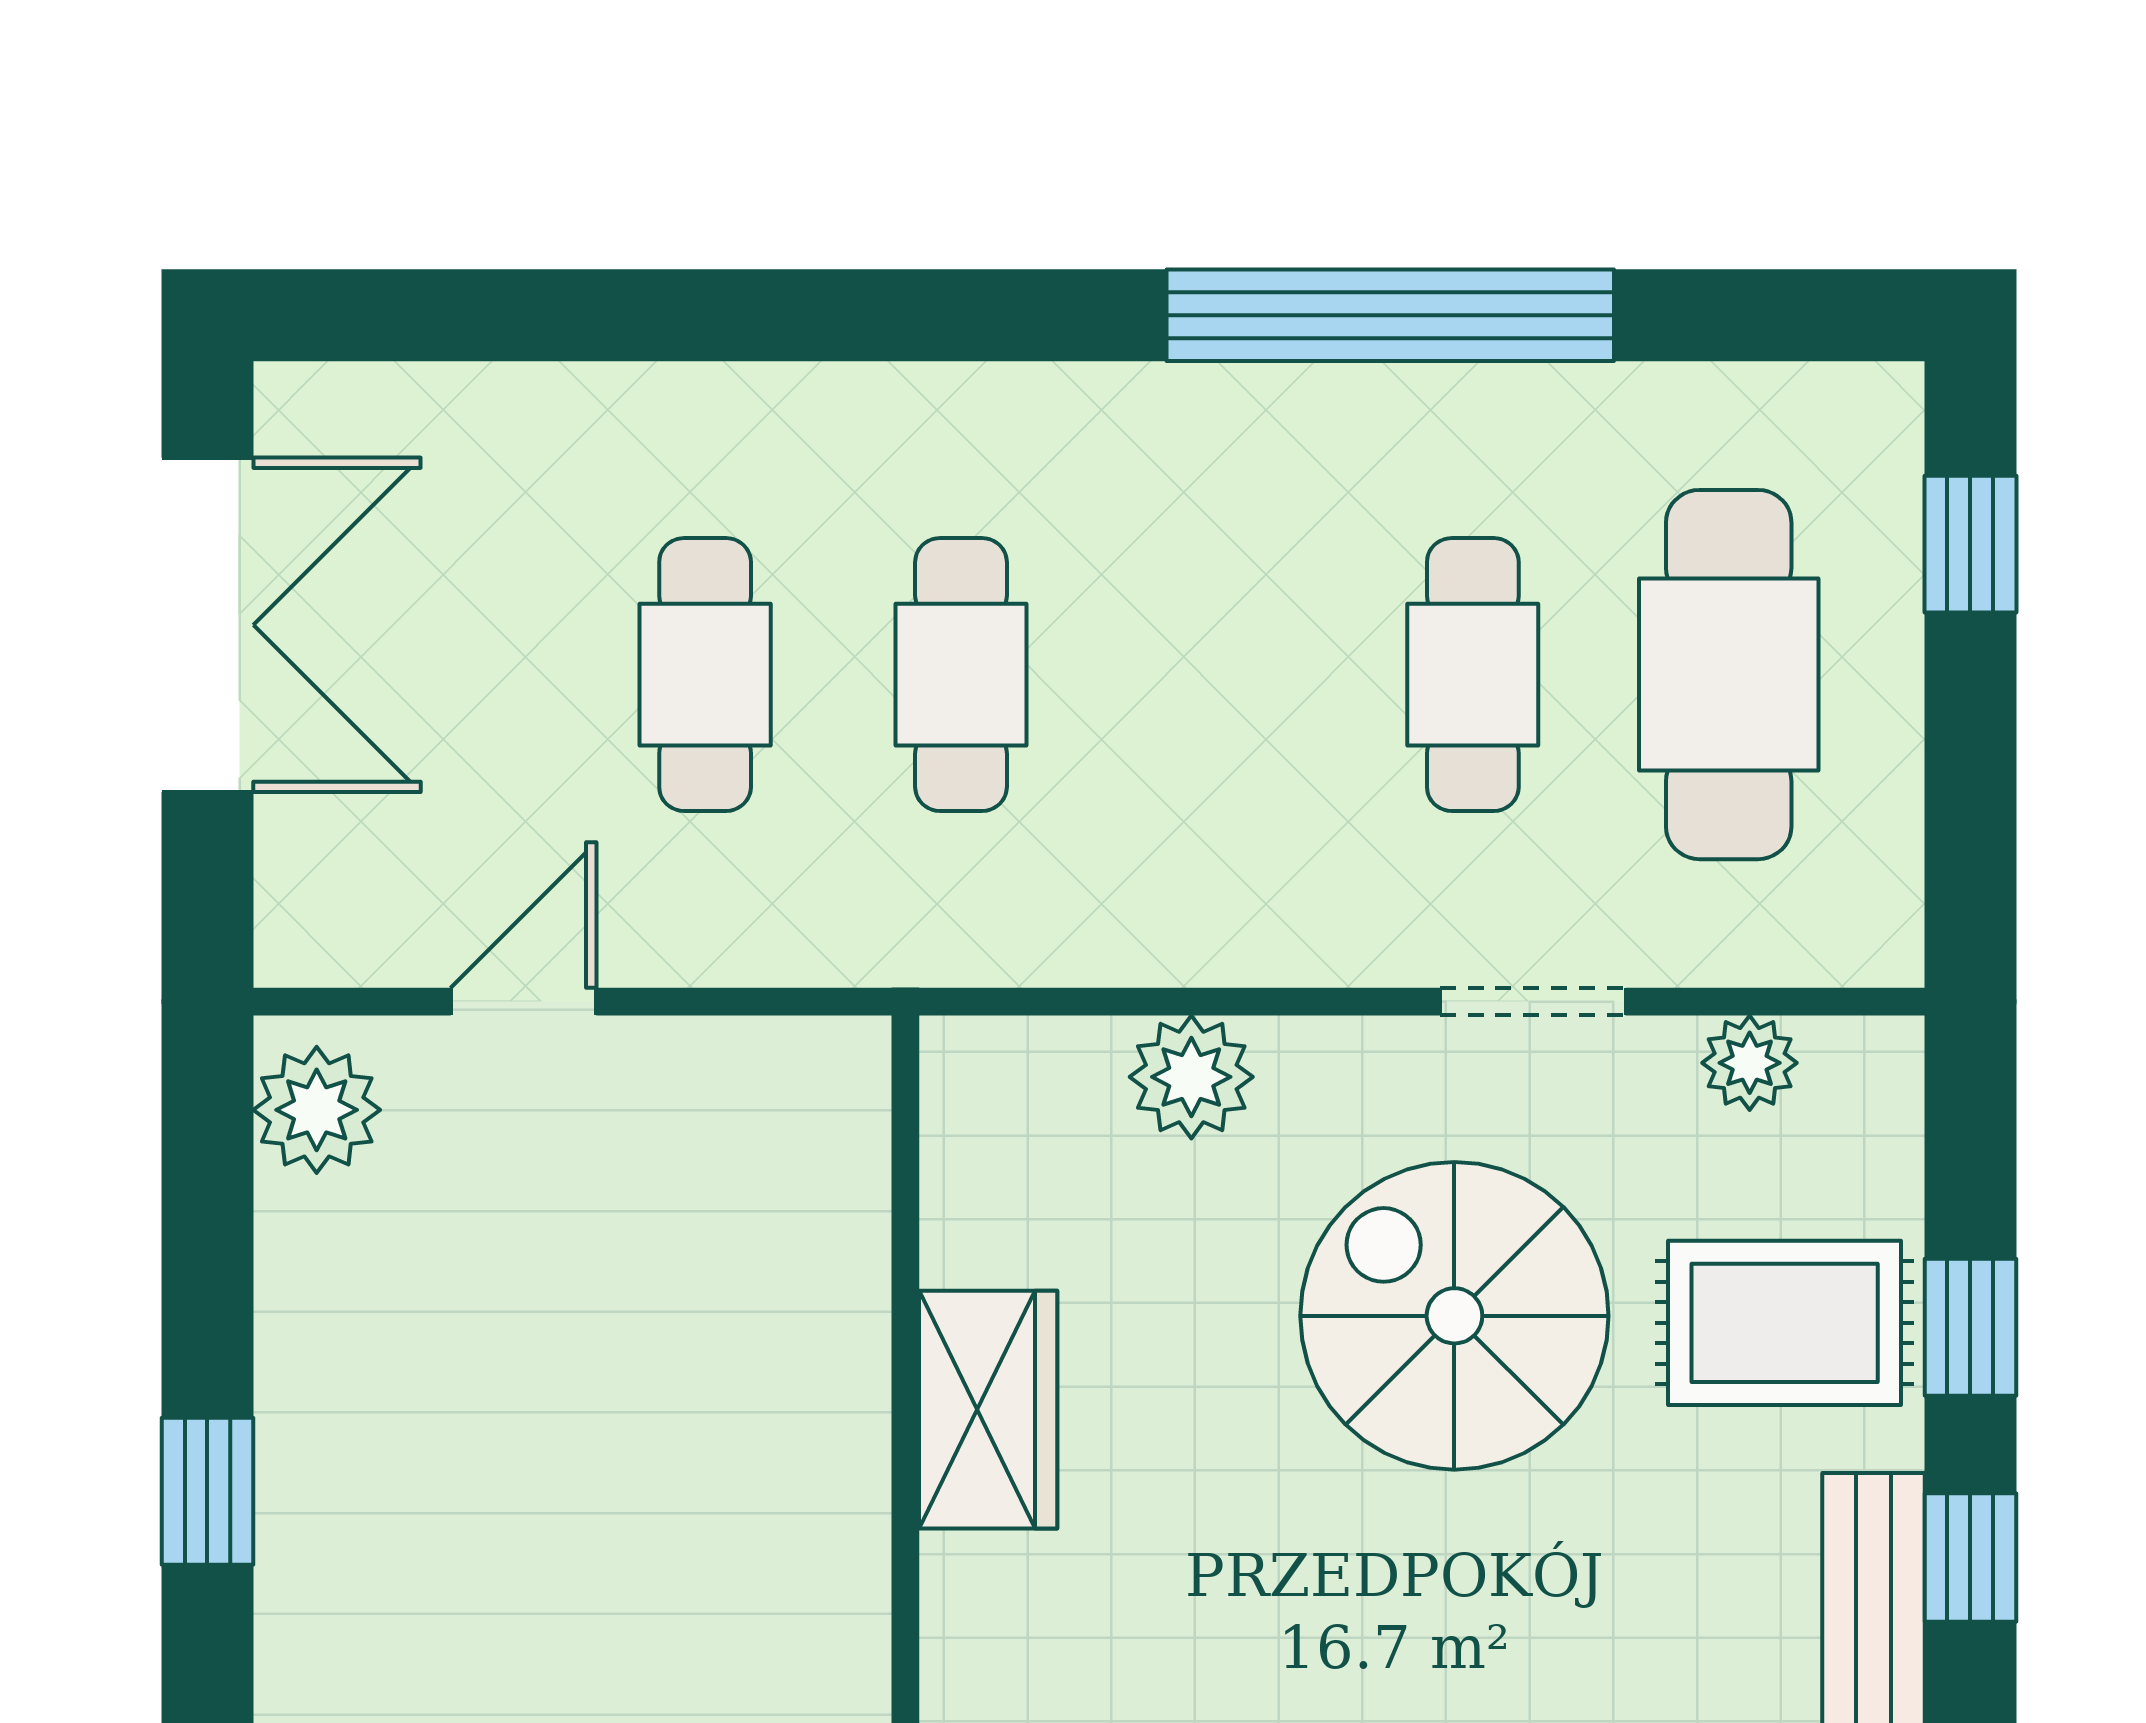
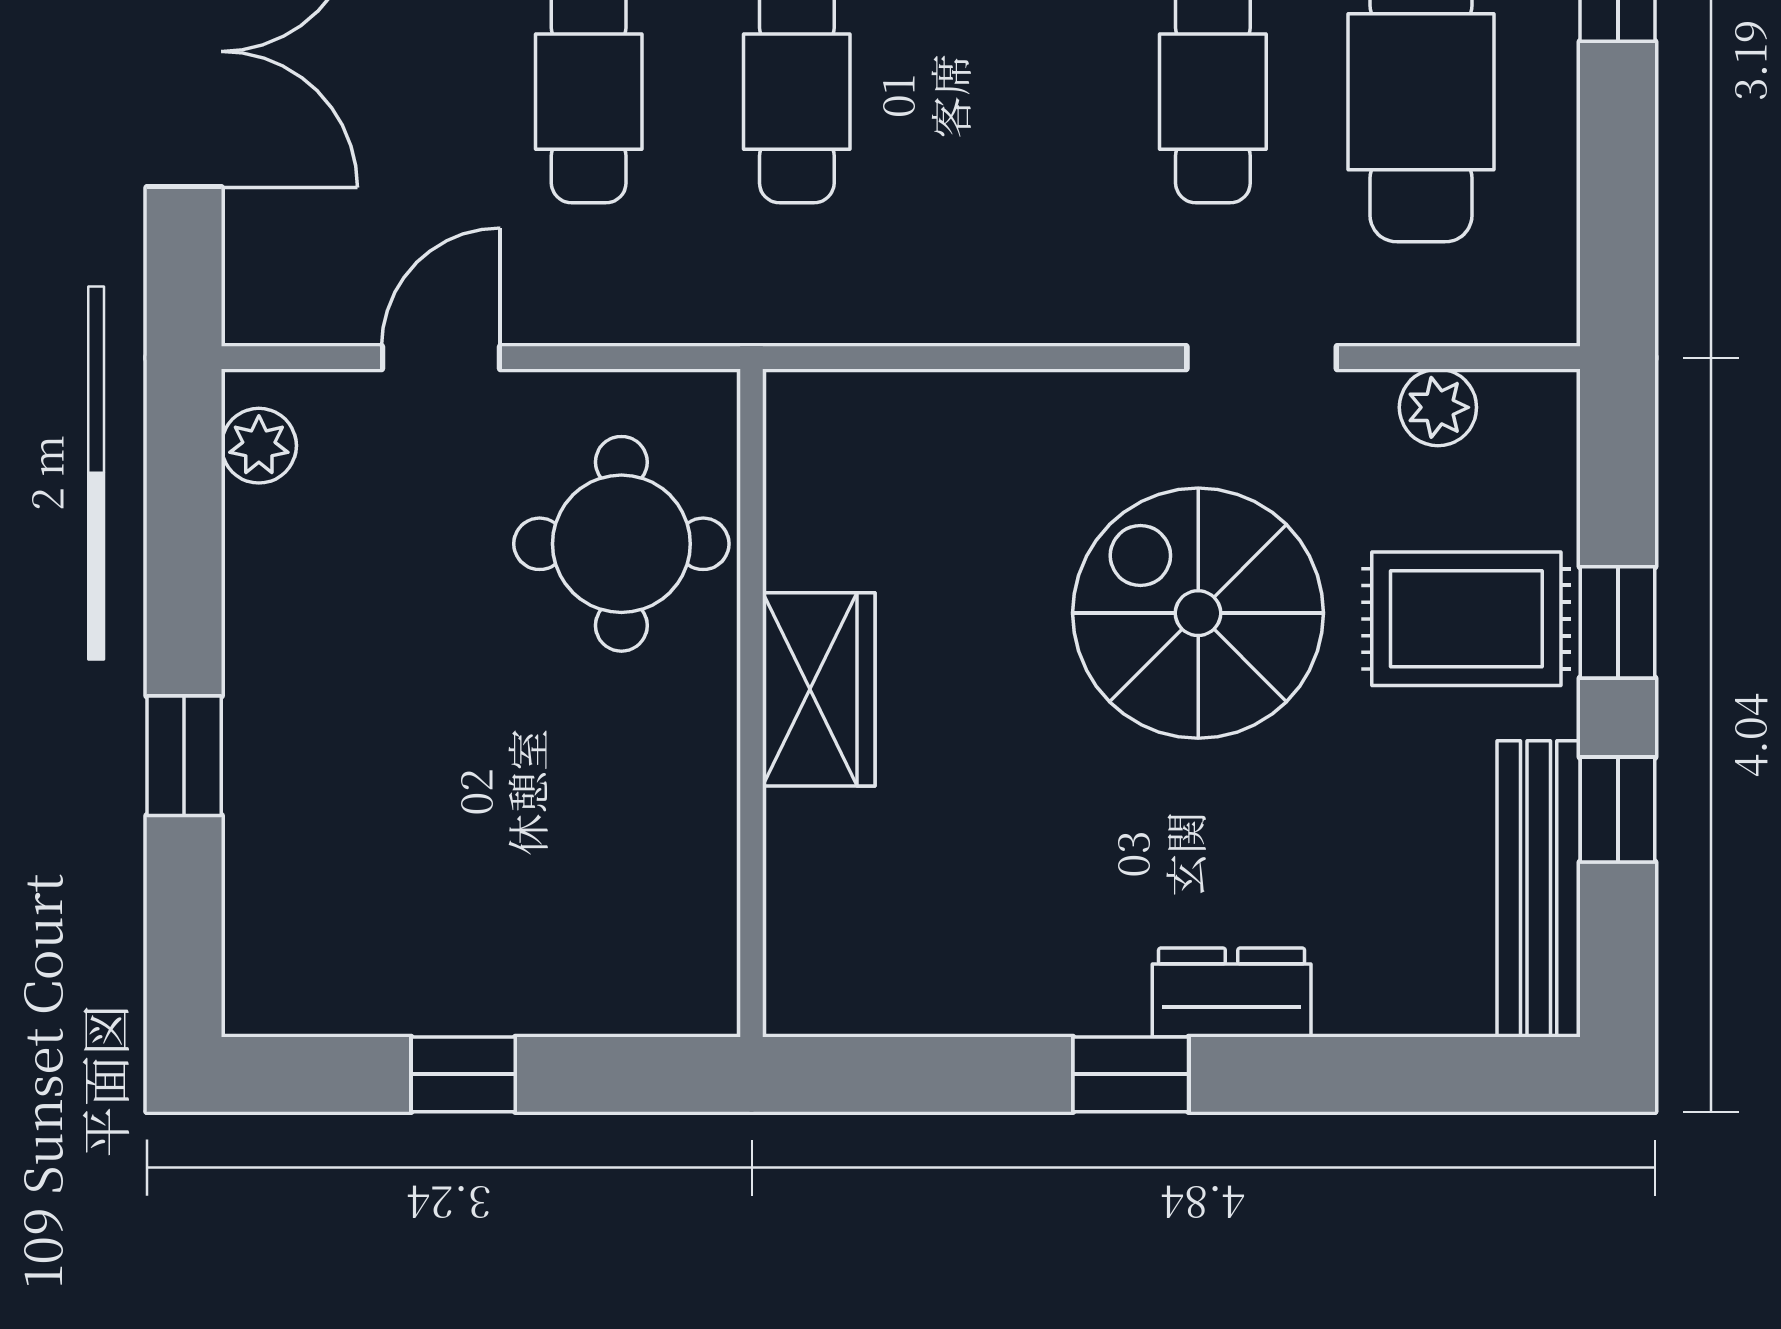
plant: (1191, 1077) -> (984, 419), removed
plant: (317, 1110) -> (259, 446), width x0.73, depth x0.73
round table: (745, 1231) -> (621, 544), added

